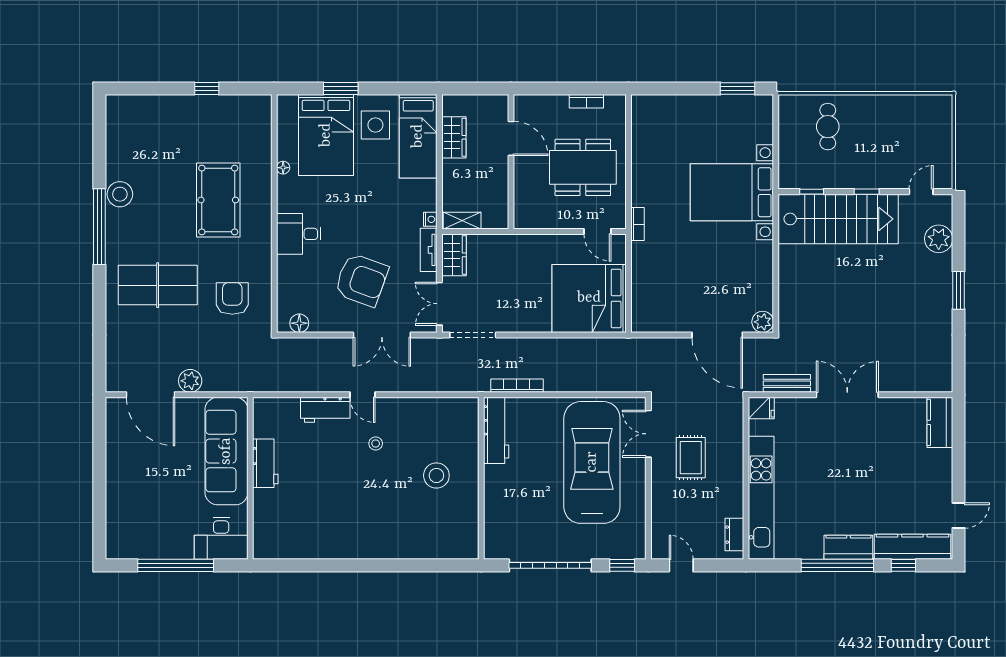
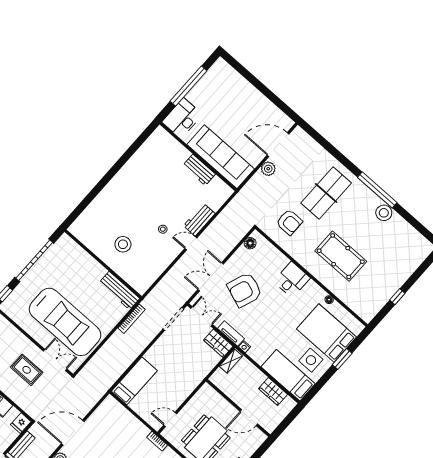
bed: (589, 298) -> (134, 381), width x0.49

